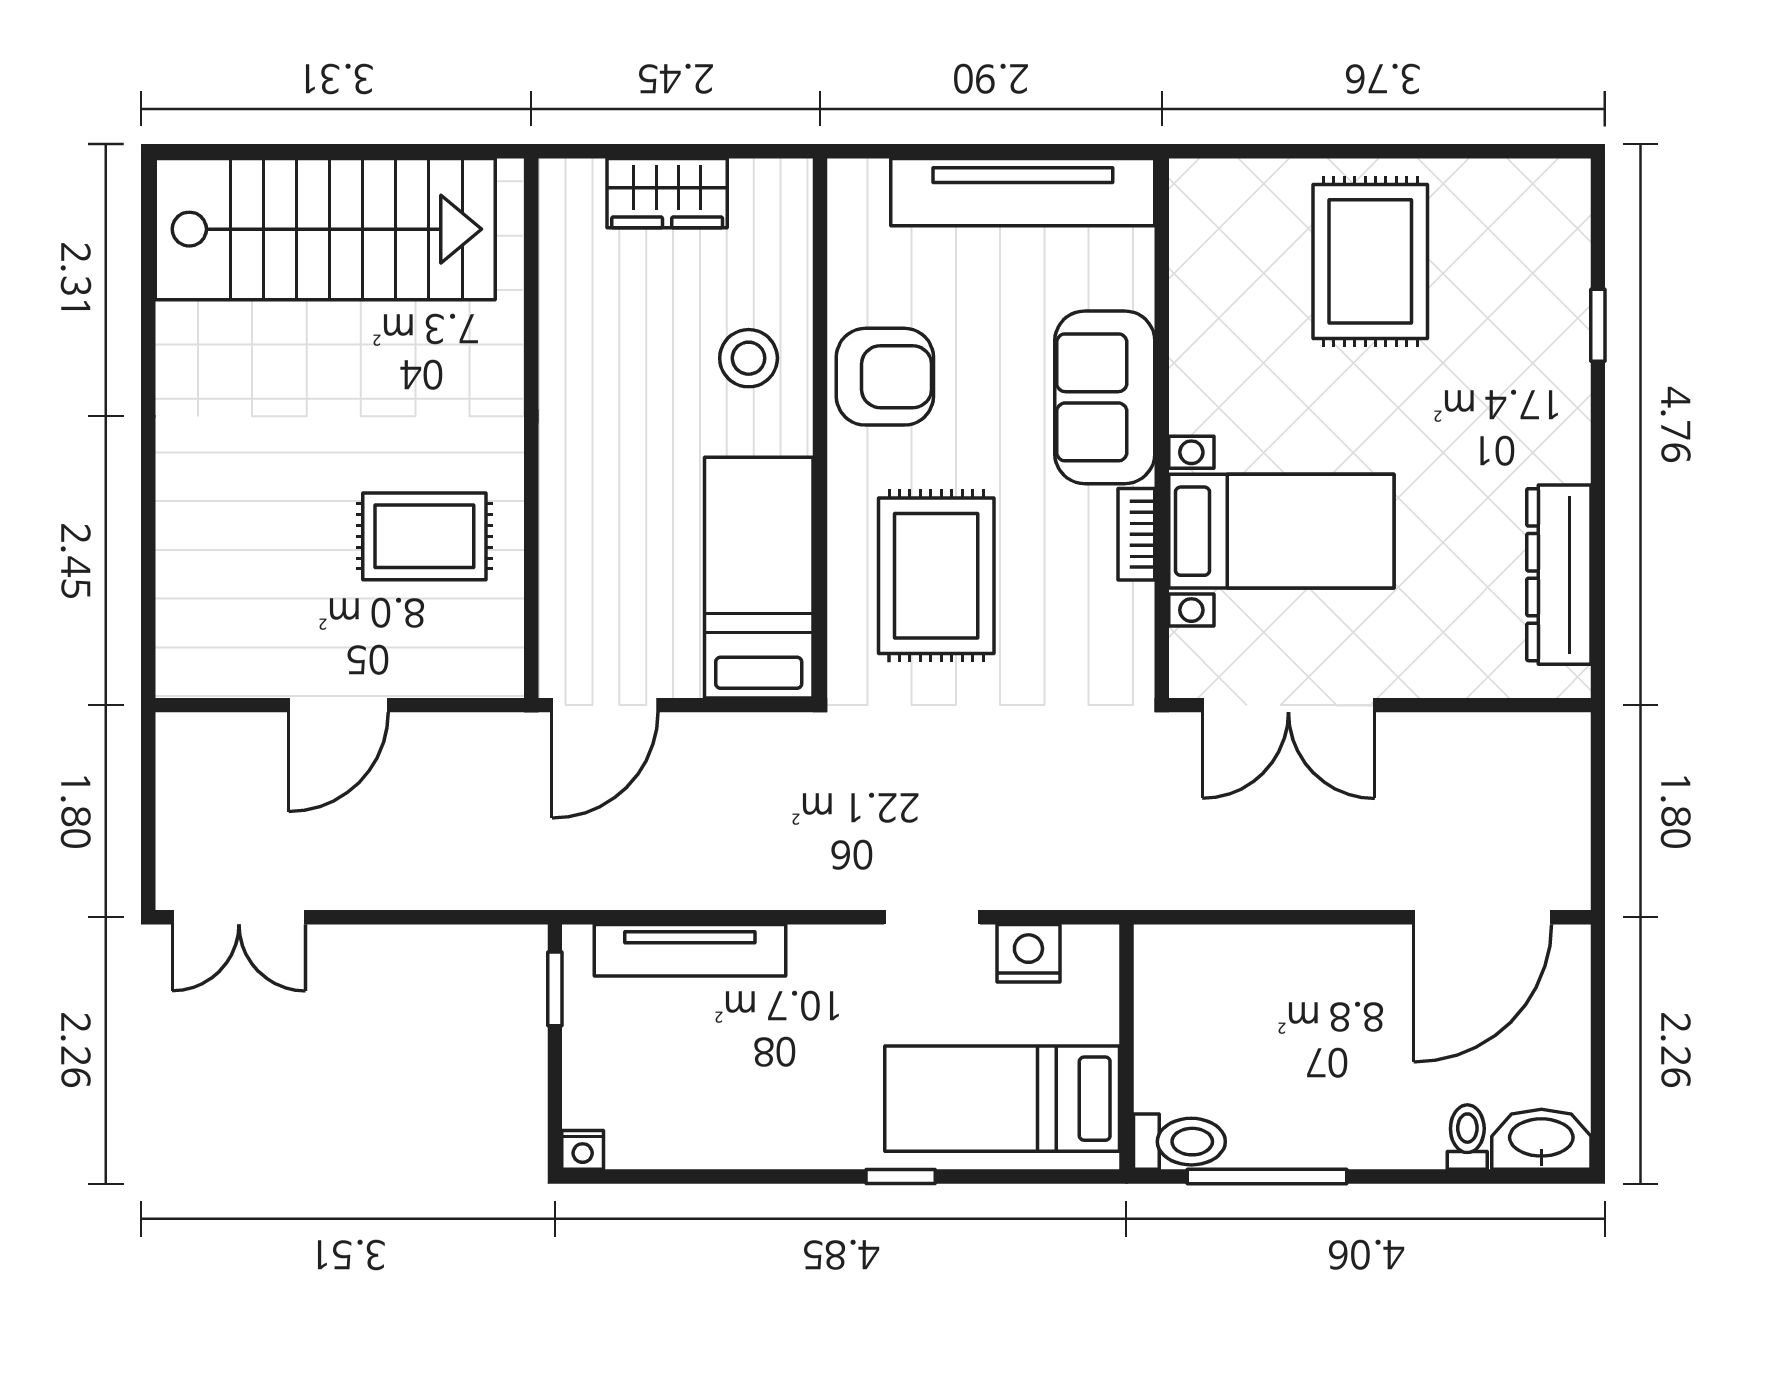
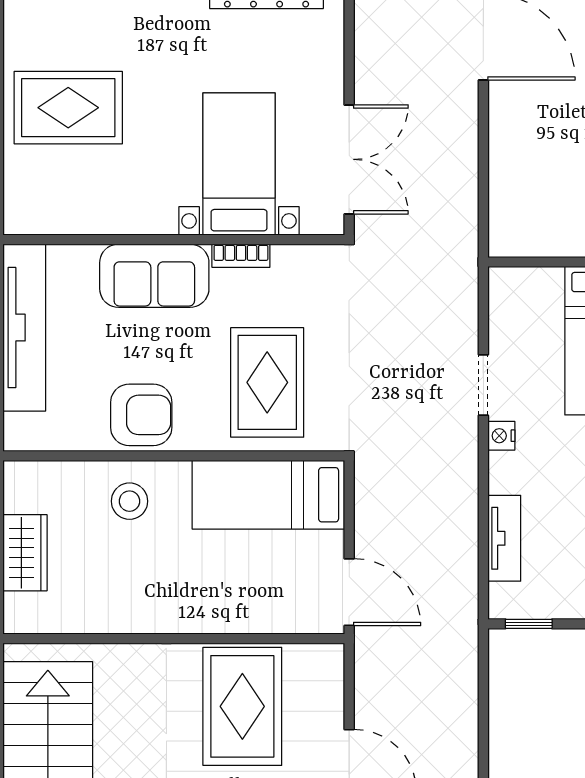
armchair: (885, 377) -> (141, 415), turned 90
rug: (424, 536) -> (242, 706), width x1.36, depth x1.43
rug: (936, 576) -> (267, 382), turned 90
tv unit: (690, 950) -> (504, 538), width x0.71
nightstand: (1028, 953) -> (501, 436), moved, width x0.72, depth x0.74

